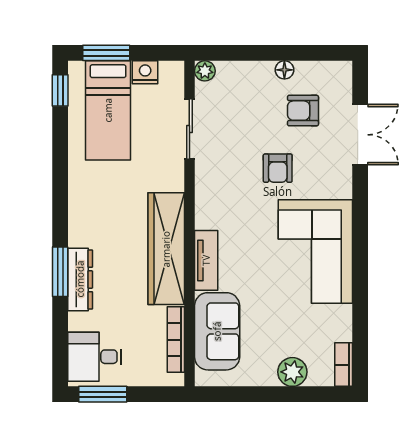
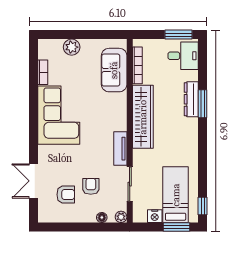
floor lamp: (284, 70) -> (102, 217), moved
armchair: (278, 168) -> (91, 186), moved
tv unit: (206, 260) -> (120, 149), moved
bookcase: (344, 365) -> (43, 72), moved

